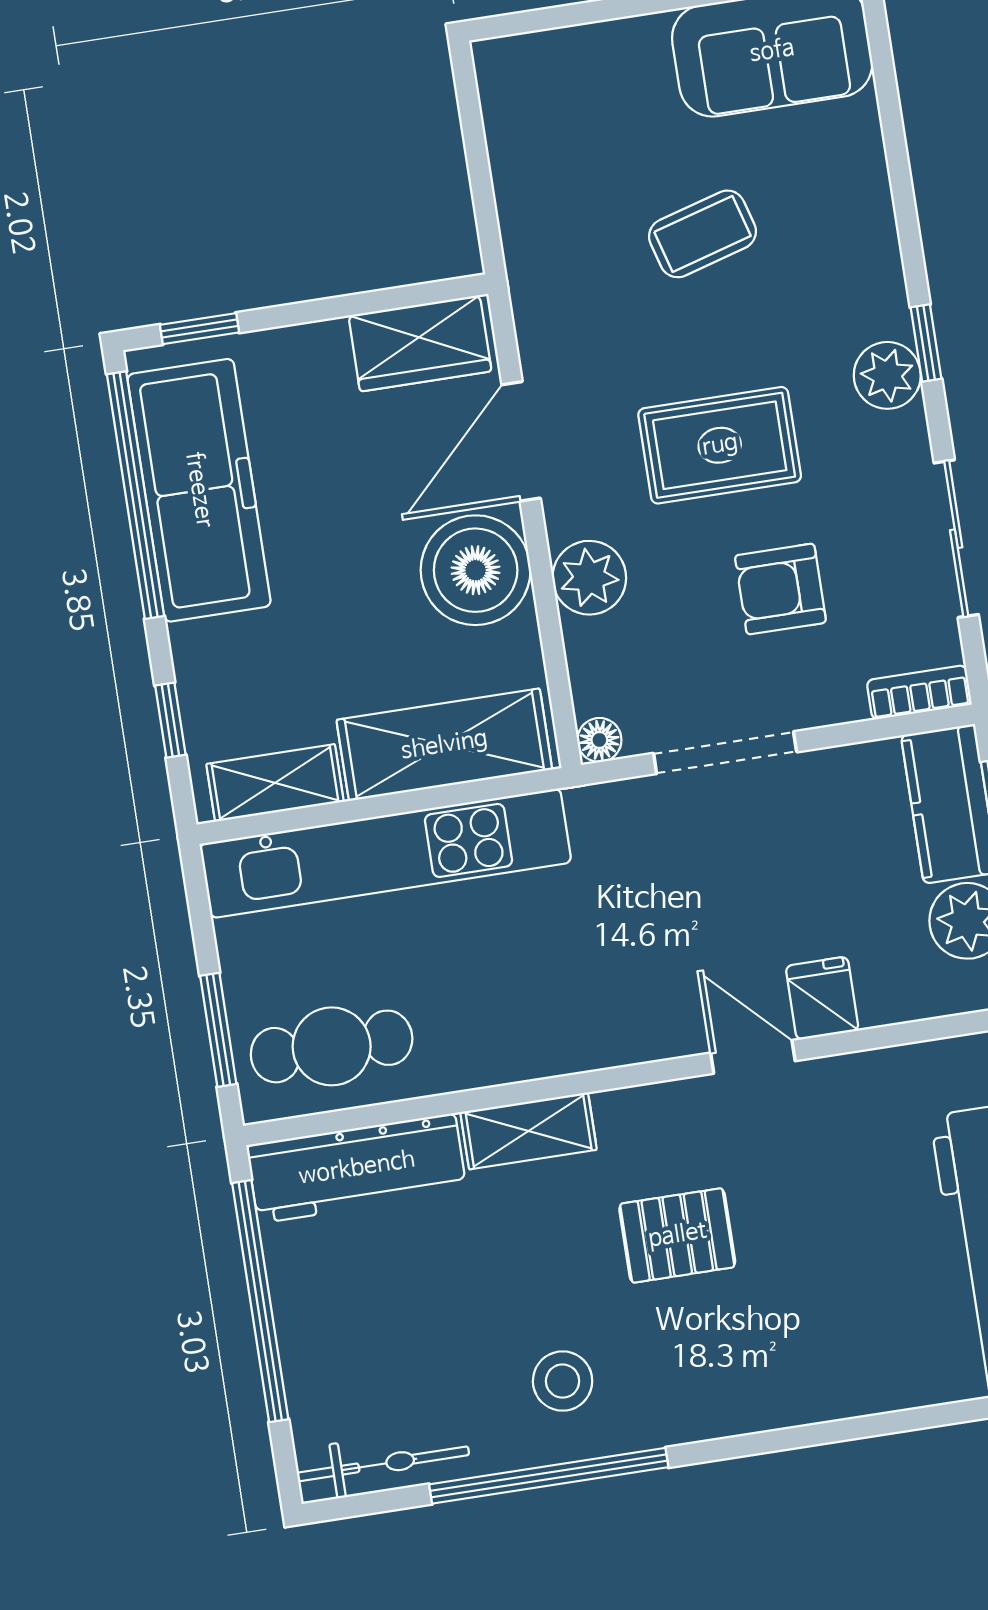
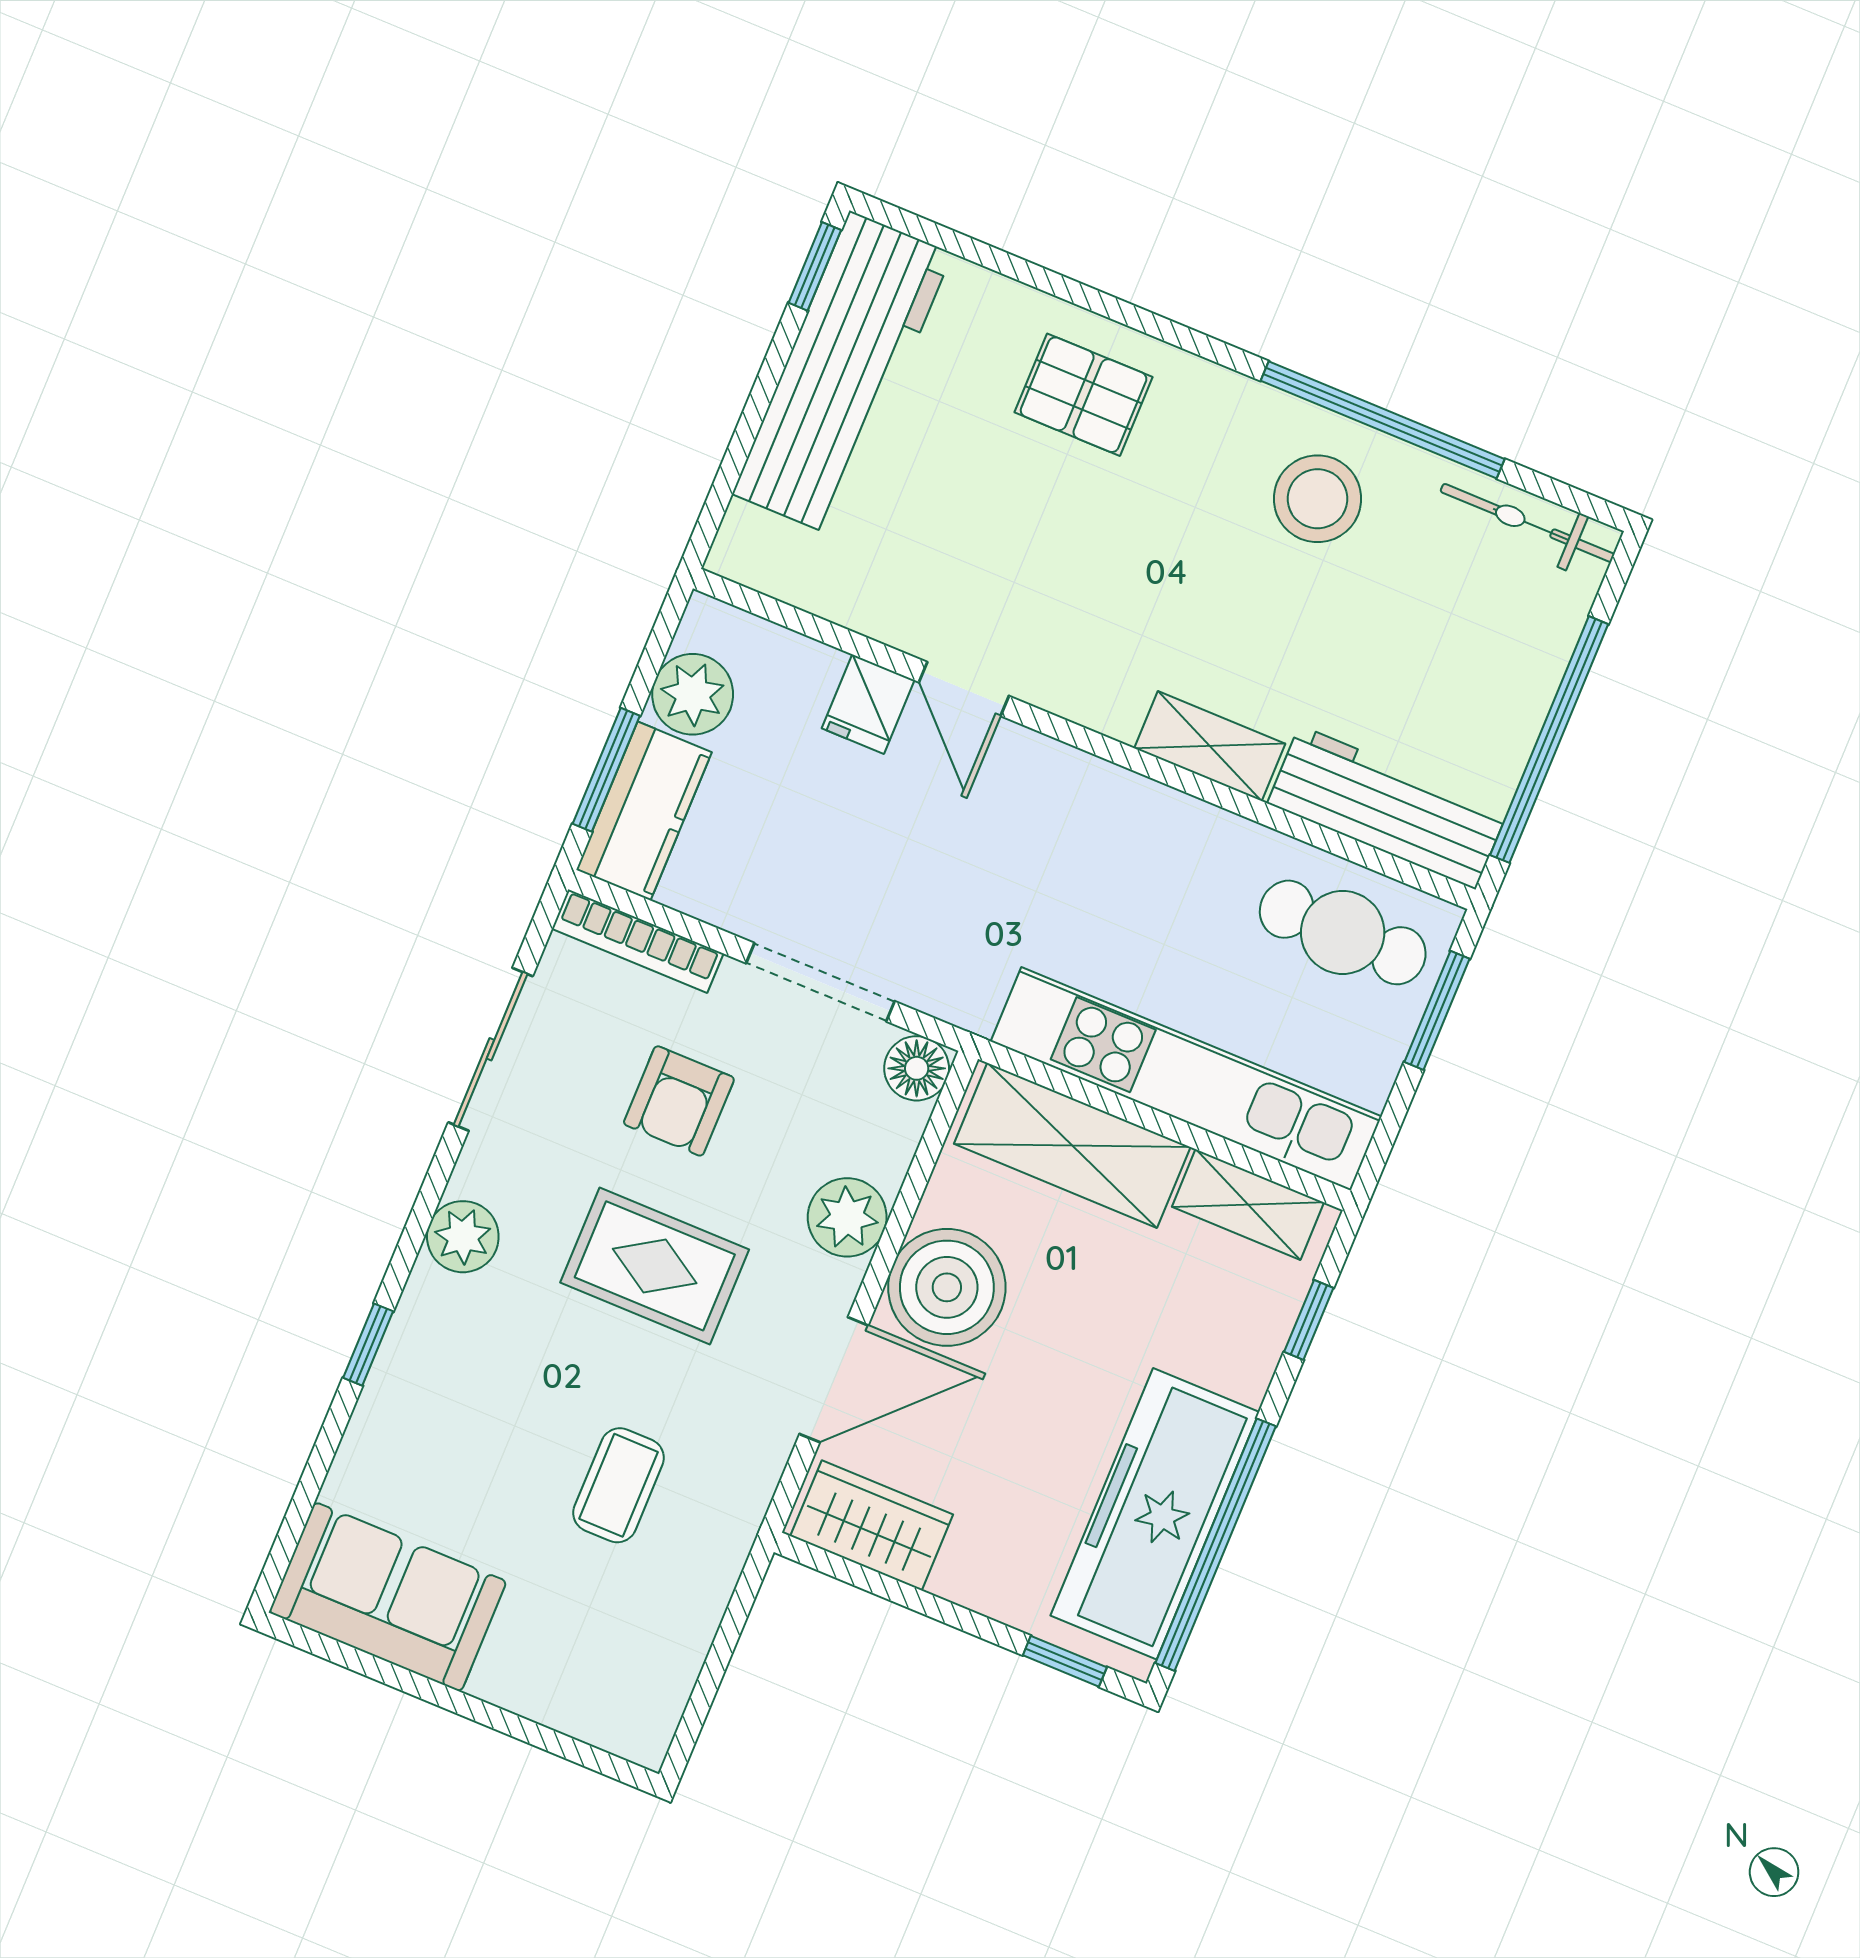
coffee table: (702, 234) -> (619, 1485), moved, turned -74
window: (926, 343) -> (368, 1345), moved
armchair: (780, 589) -> (679, 1101), turned 90
bookcase: (919, 692) -> (638, 941), width x1.56
floor lamp: (599, 740) -> (917, 1068), width x1.37, depth x1.37
pallet: (677, 1235) -> (1084, 395), moved
stool: (563, 1381) -> (1318, 499), width x1.38, depth x1.38

